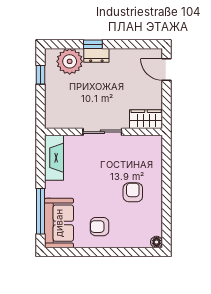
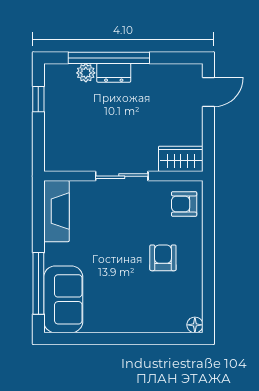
window: (93, 44) -> (109, 58), width x3.17
plant: (70, 61) -> (86, 73), width x0.53, depth x0.53
door: (167, 70) -> (208, 92), swing flipped
armchair: (99, 227) -> (184, 204), moved

